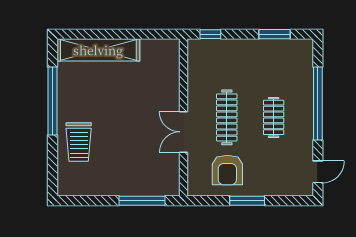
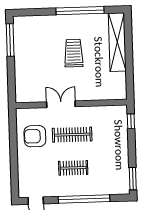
window: (274, 34) -> (133, 179), moved
trolley: (79, 142) -> (74, 53), moved, turned 90
window: (142, 201) -> (10, 40), moved
window: (247, 201) -> (14, 151), removed

